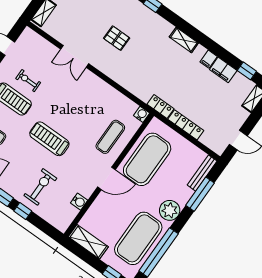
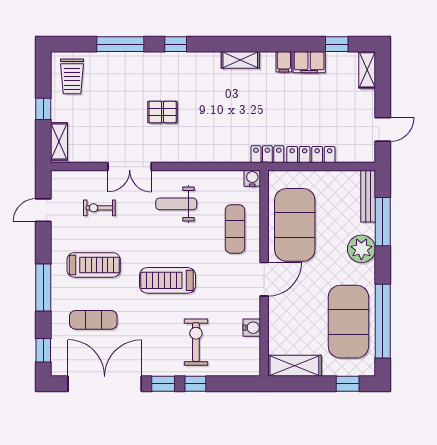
exercise bike: (28, 81) -> (99, 208), moved
weight bench: (86, 98) -> (176, 204), added
plant: (170, 210) -> (361, 249), moved

